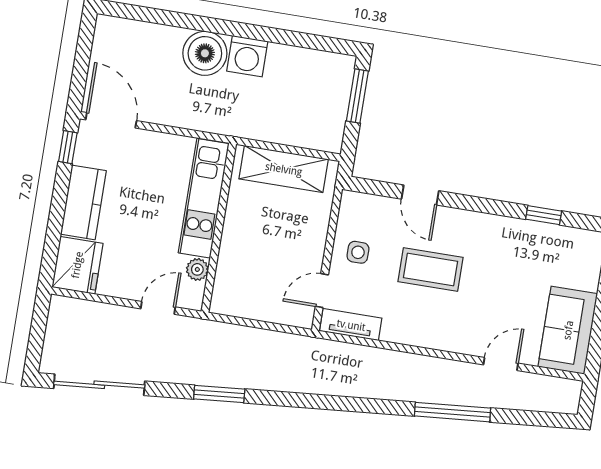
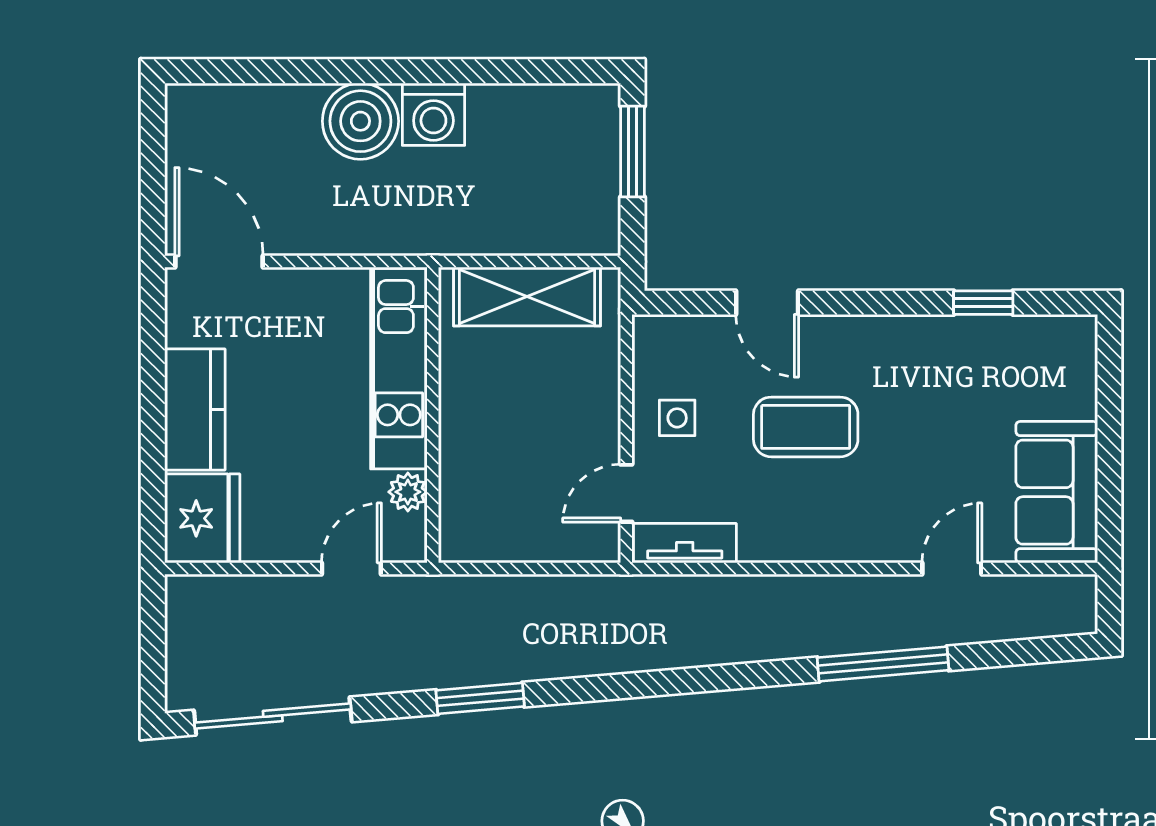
window: (68, 147) -> (153, 320), removed

